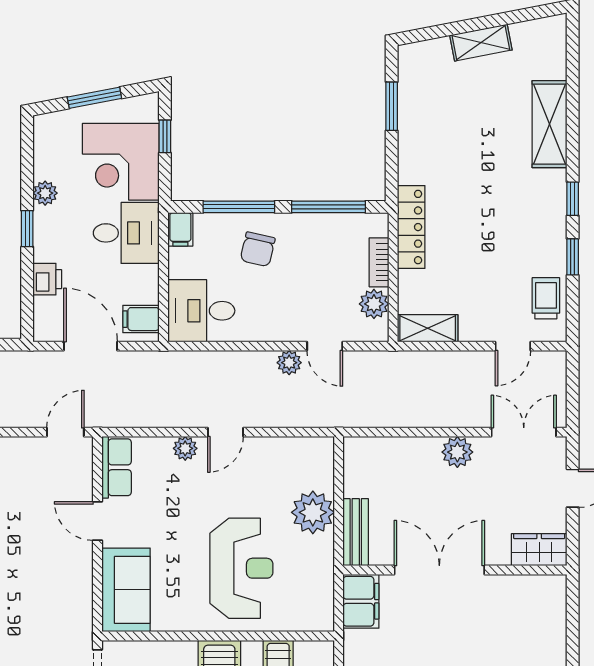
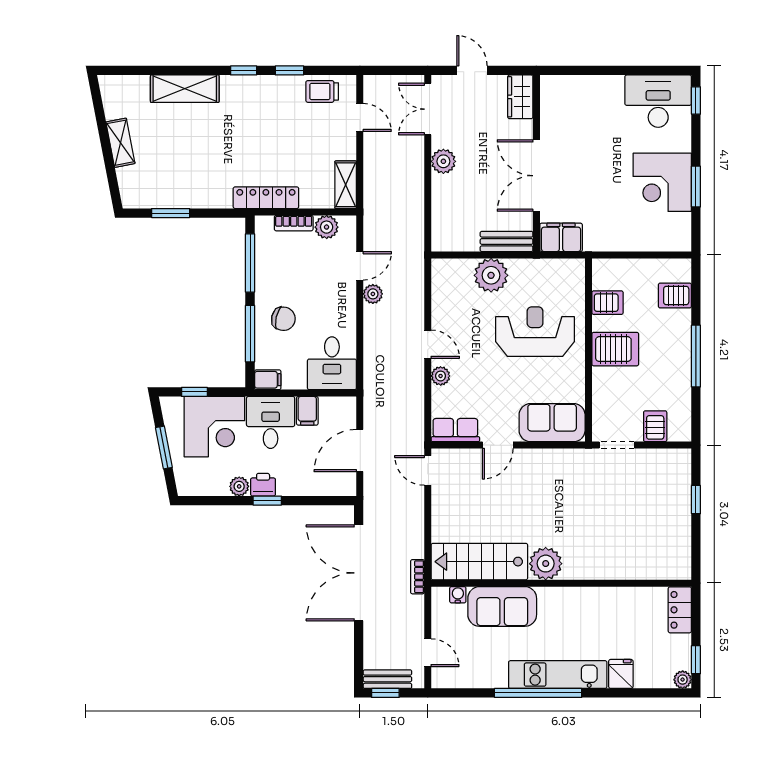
printer: (47, 279) -> (263, 485), moved
filing cabinet: (141, 319) -> (307, 411), moved

